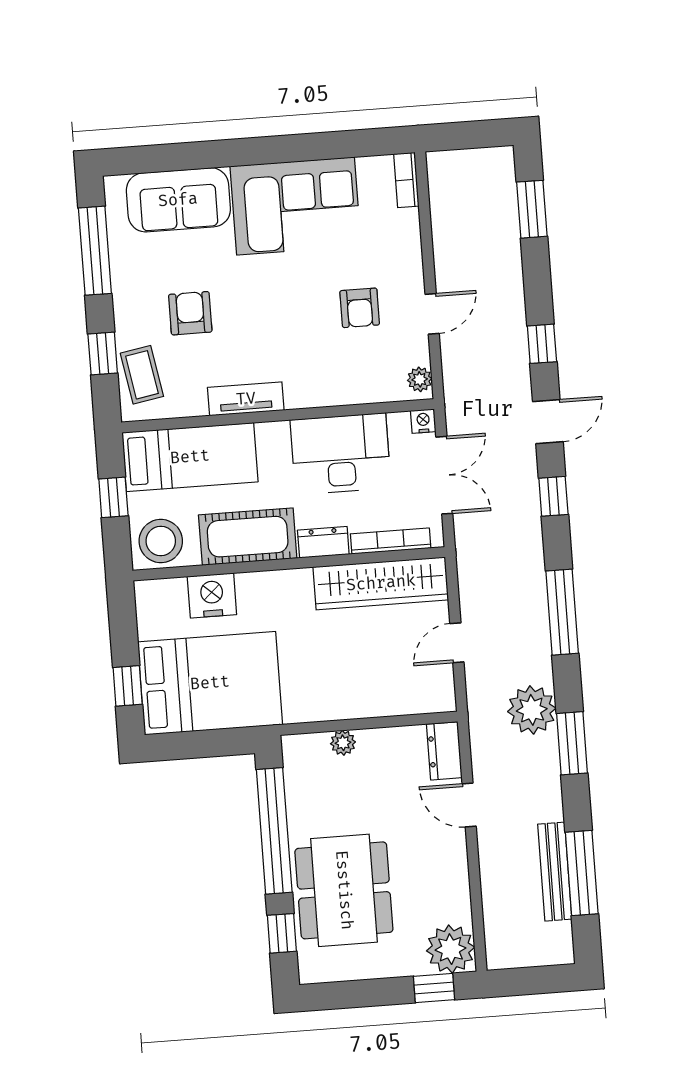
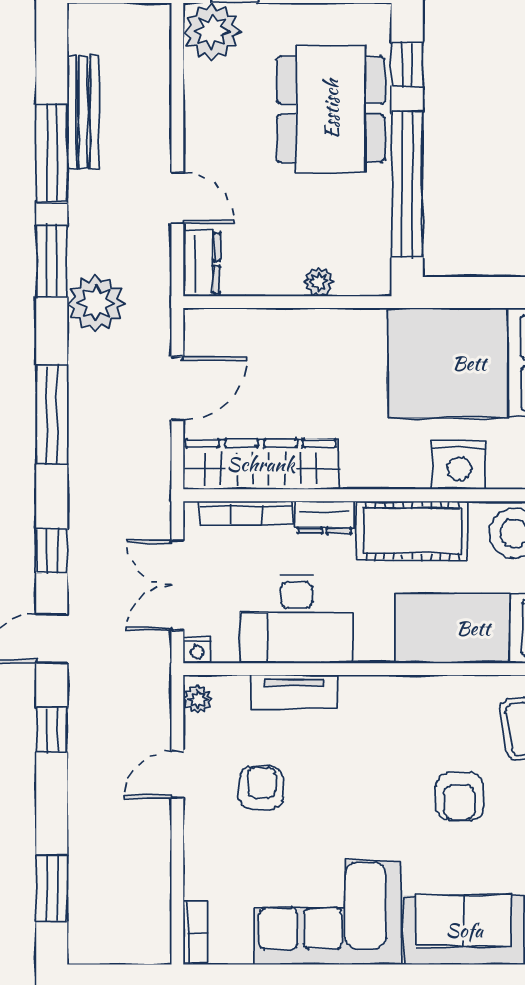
tv unit: (246, 399) -> (294, 692), moved
door: (457, 643) -> (177, 388), width x1.38
window: (582, 873) -> (52, 153), moved

